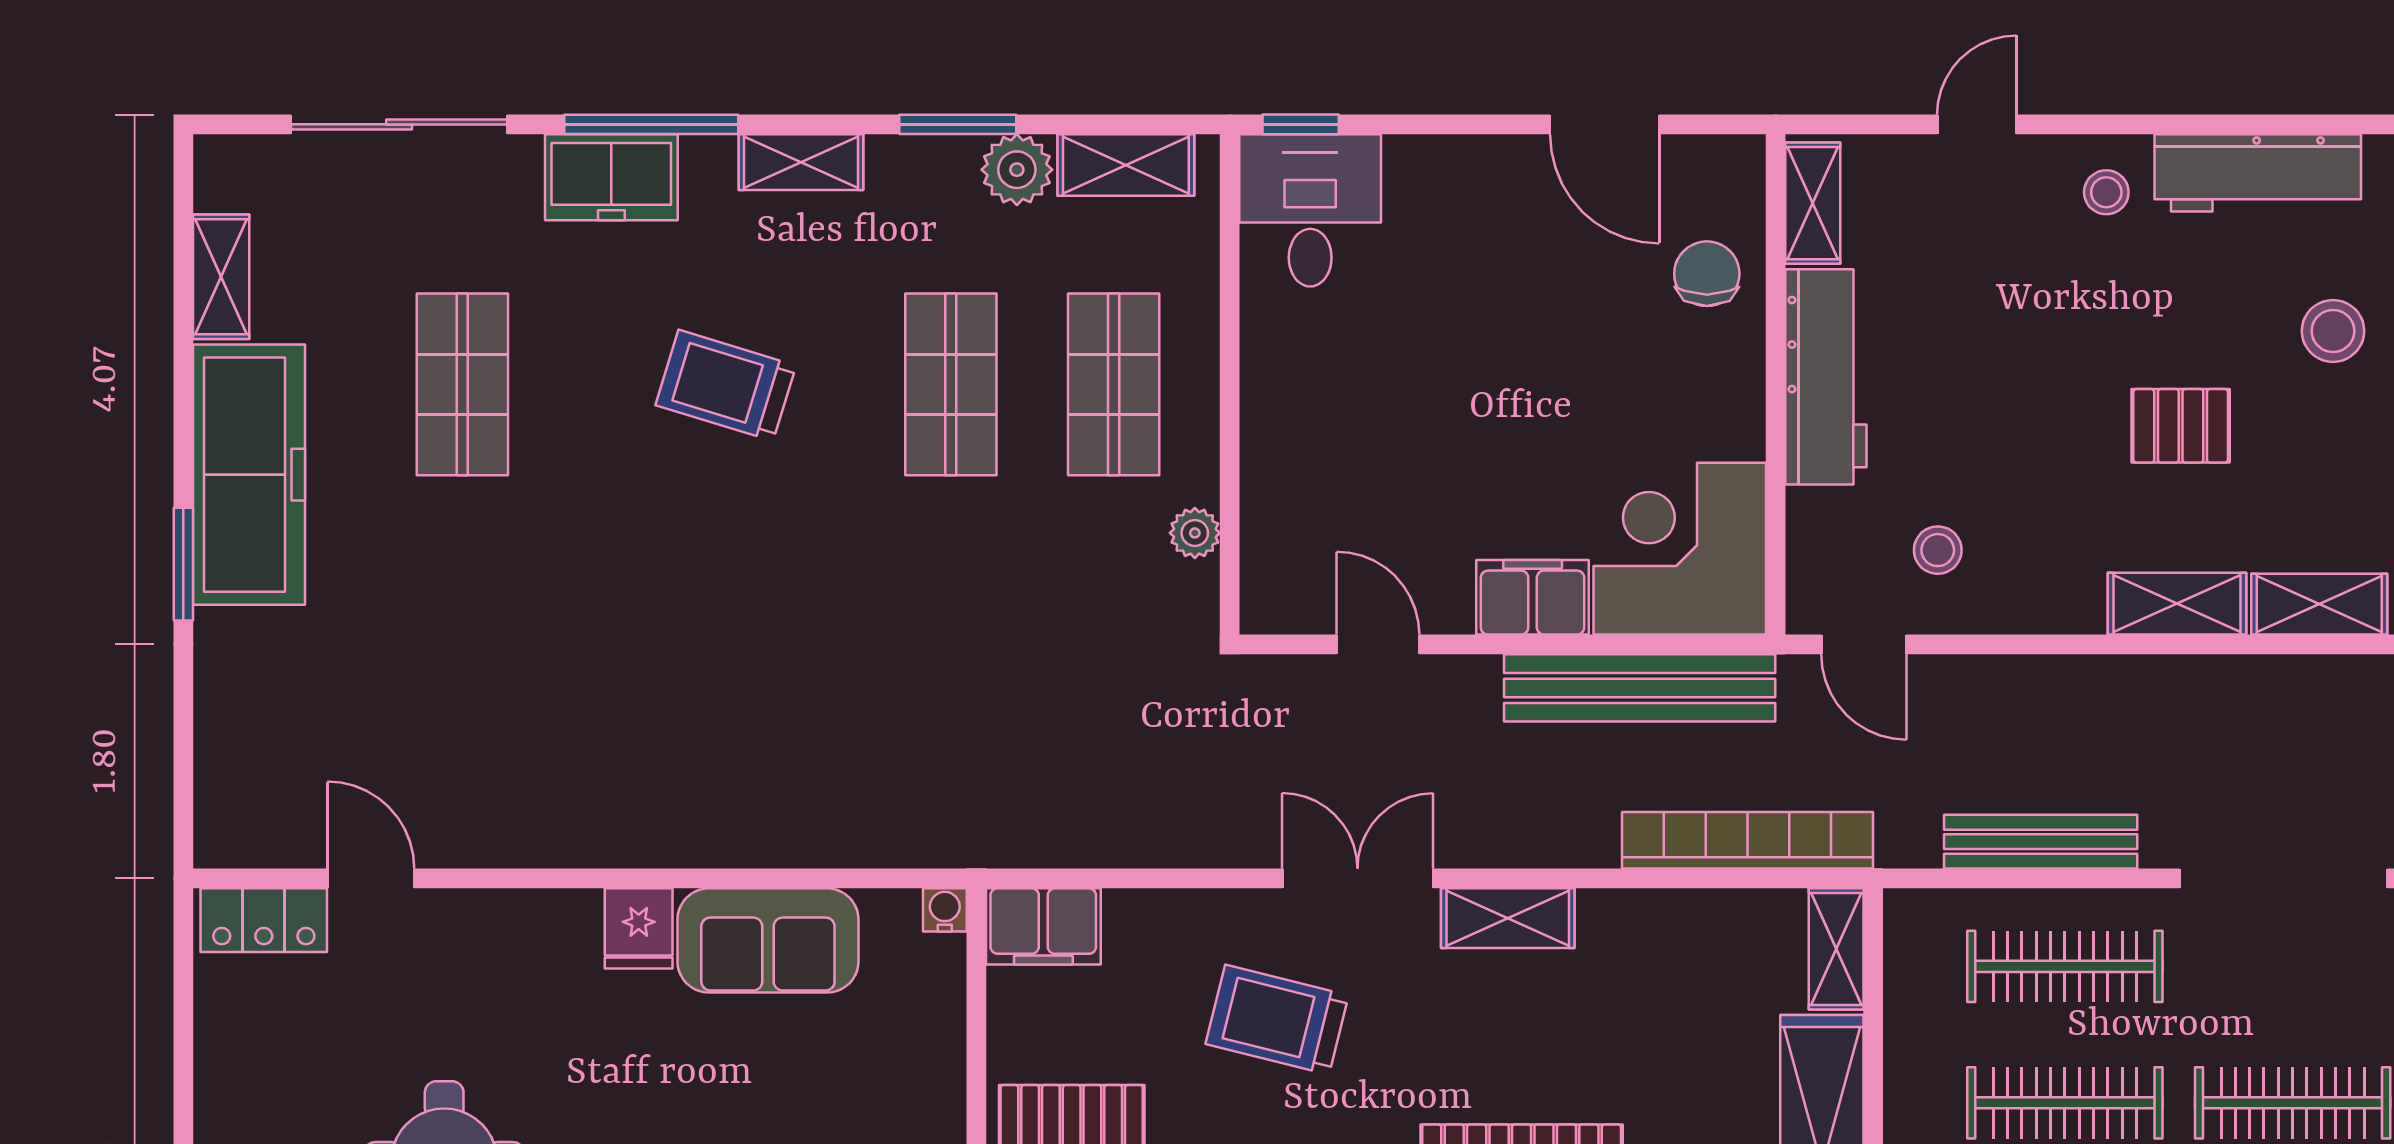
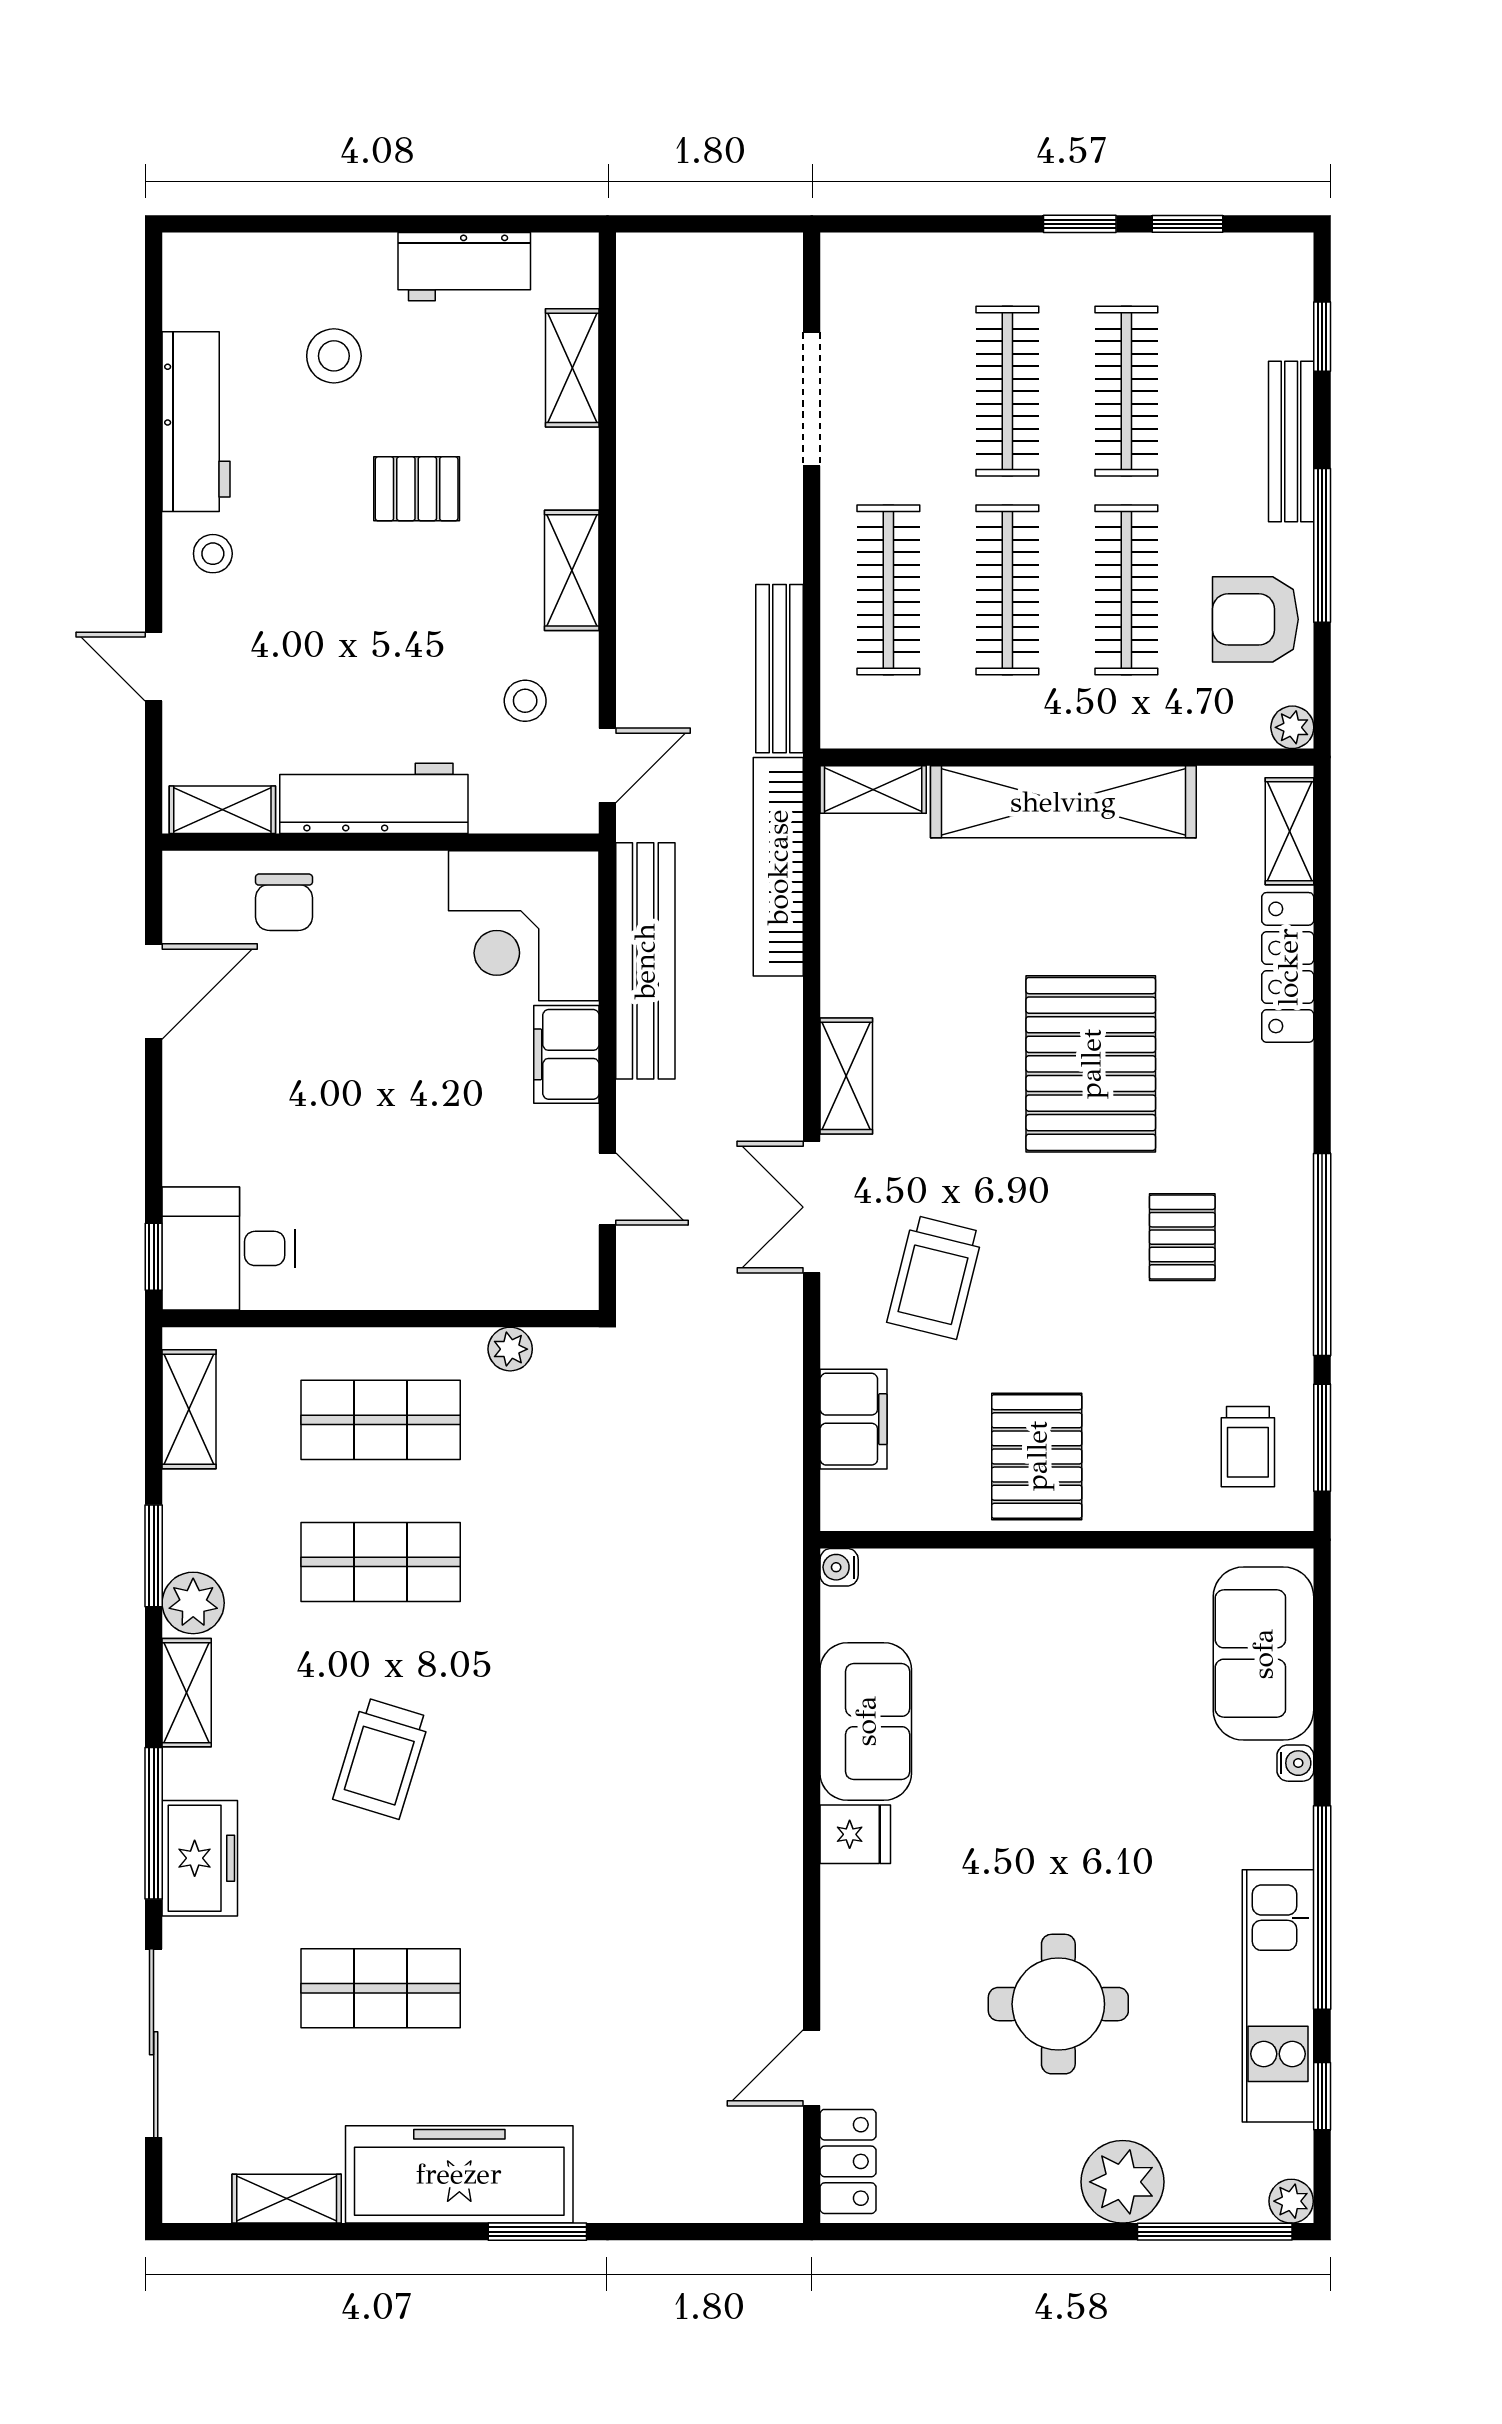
plant: (1017, 170) -> (193, 1603), moved
chair: (1707, 274) -> (284, 902), turned -90
pallet: (2181, 426) -> (417, 489), turned 90
shelving: (2177, 604) -> (572, 570), moved
door: (1378, 644) -> (607, 1189), swing flipped
bench: (2041, 842) -> (780, 669), moved
doorway: (2283, 878) -> (812, 399), width x0.73
filing cabinet: (1043, 926) -> (853, 1419), moved

